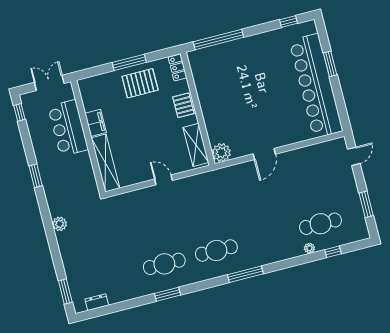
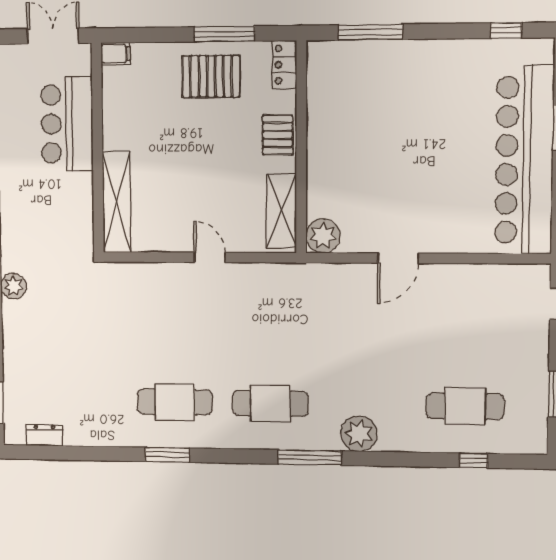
window: (218, 39) -> (370, 32), width x0.68
window: (129, 62) -> (224, 34), moved
filing cabinet: (96, 123) -> (116, 54), moved, width x0.50
plant: (309, 248) -> (359, 434), moved, width x1.88, depth x1.88

